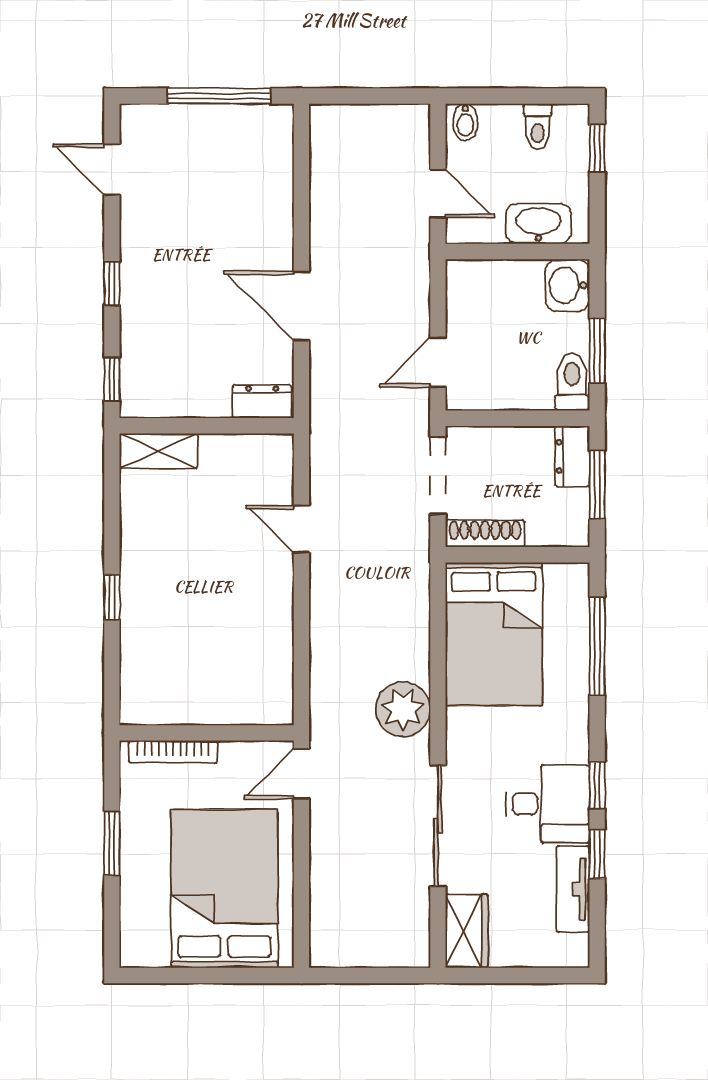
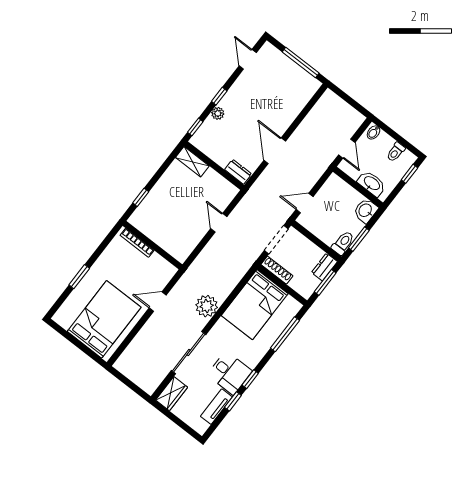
plant: (135, 319) -> (218, 113), added
wall: (207, 733) -> (153, 245), moved
bookcase: (173, 752) -> (137, 243), moved

